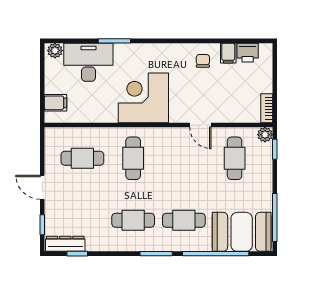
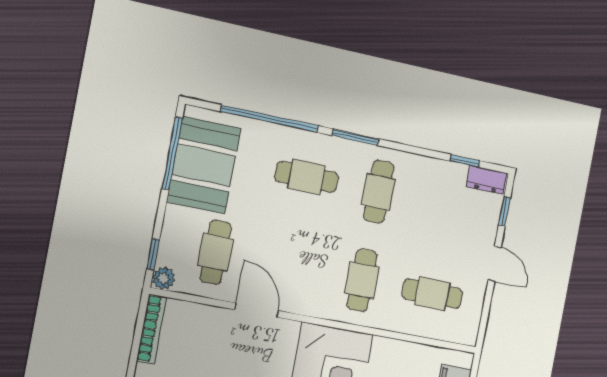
bookcase: (267, 108) -> (151, 329), width x1.56
door: (200, 125) -> (257, 310), width x1.38
cafe table: (133, 220) -> (379, 192), turned 90
booth: (242, 232) -> (204, 165), moved, turned 90
dresser: (65, 244) -> (487, 180), width x0.70

